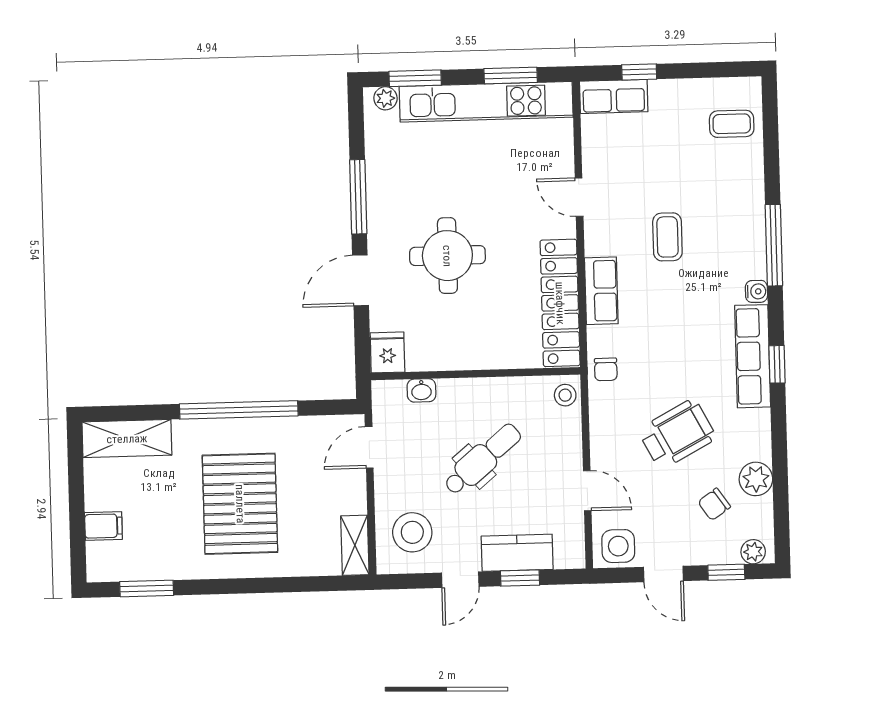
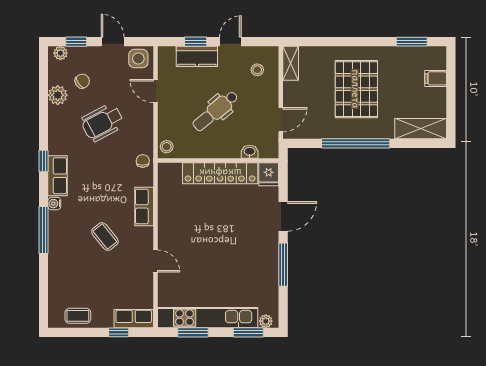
coffee table: (732, 124) -> (78, 316), moved
coffee table: (667, 237) -> (105, 237), turned -39
round table: (447, 256) -> (232, 229), removed
locker: (560, 303) -> (220, 173), moved, turned 90
row of seats: (753, 356) -> (58, 176), width x0.68
stool: (412, 532) -> (257, 70), width x0.53, depth x0.53

